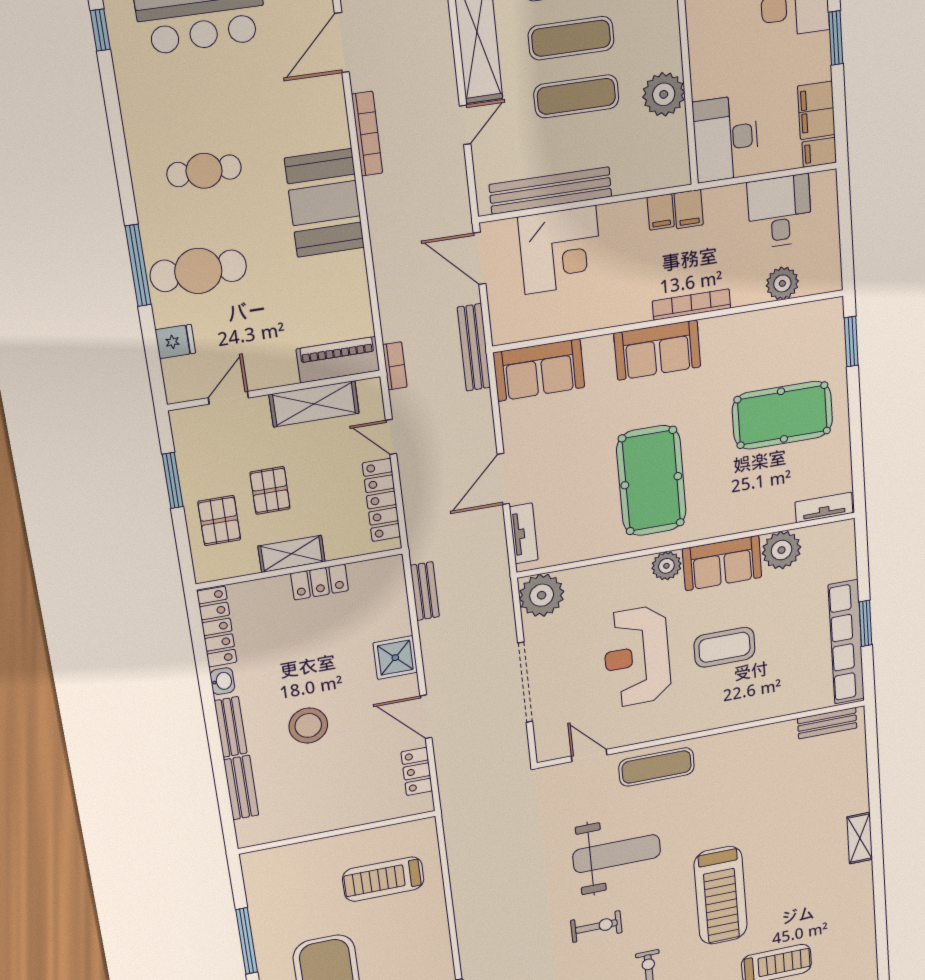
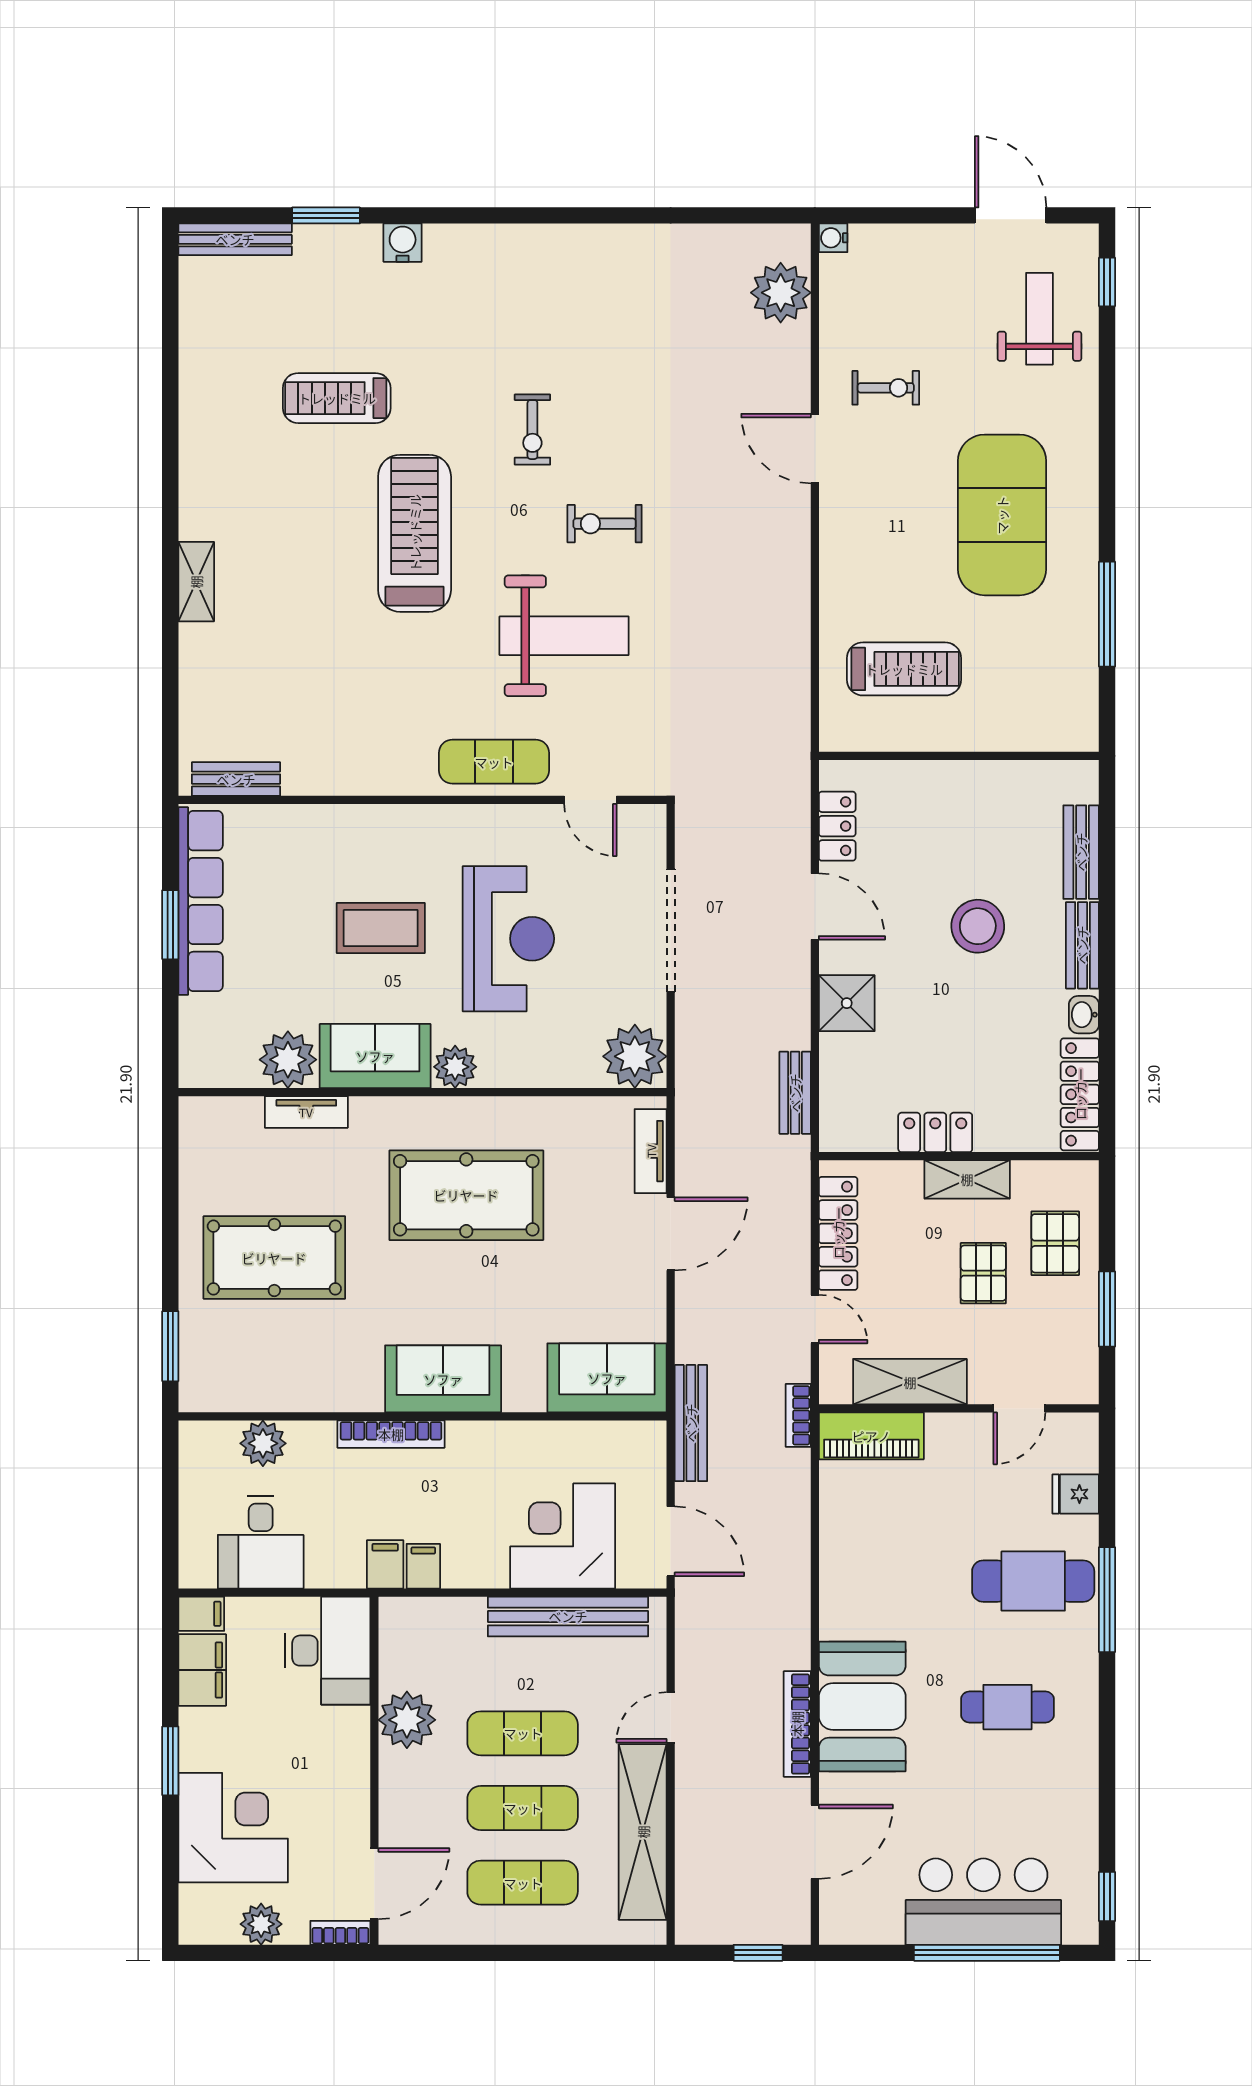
booth: (325, 203) -> (862, 1707), moved
pool table: (651, 481) -> (466, 1195), turned 90
tv unit: (824, 507) -> (306, 1112), moved
weight bench: (617, 854) -> (564, 636), turned 180

